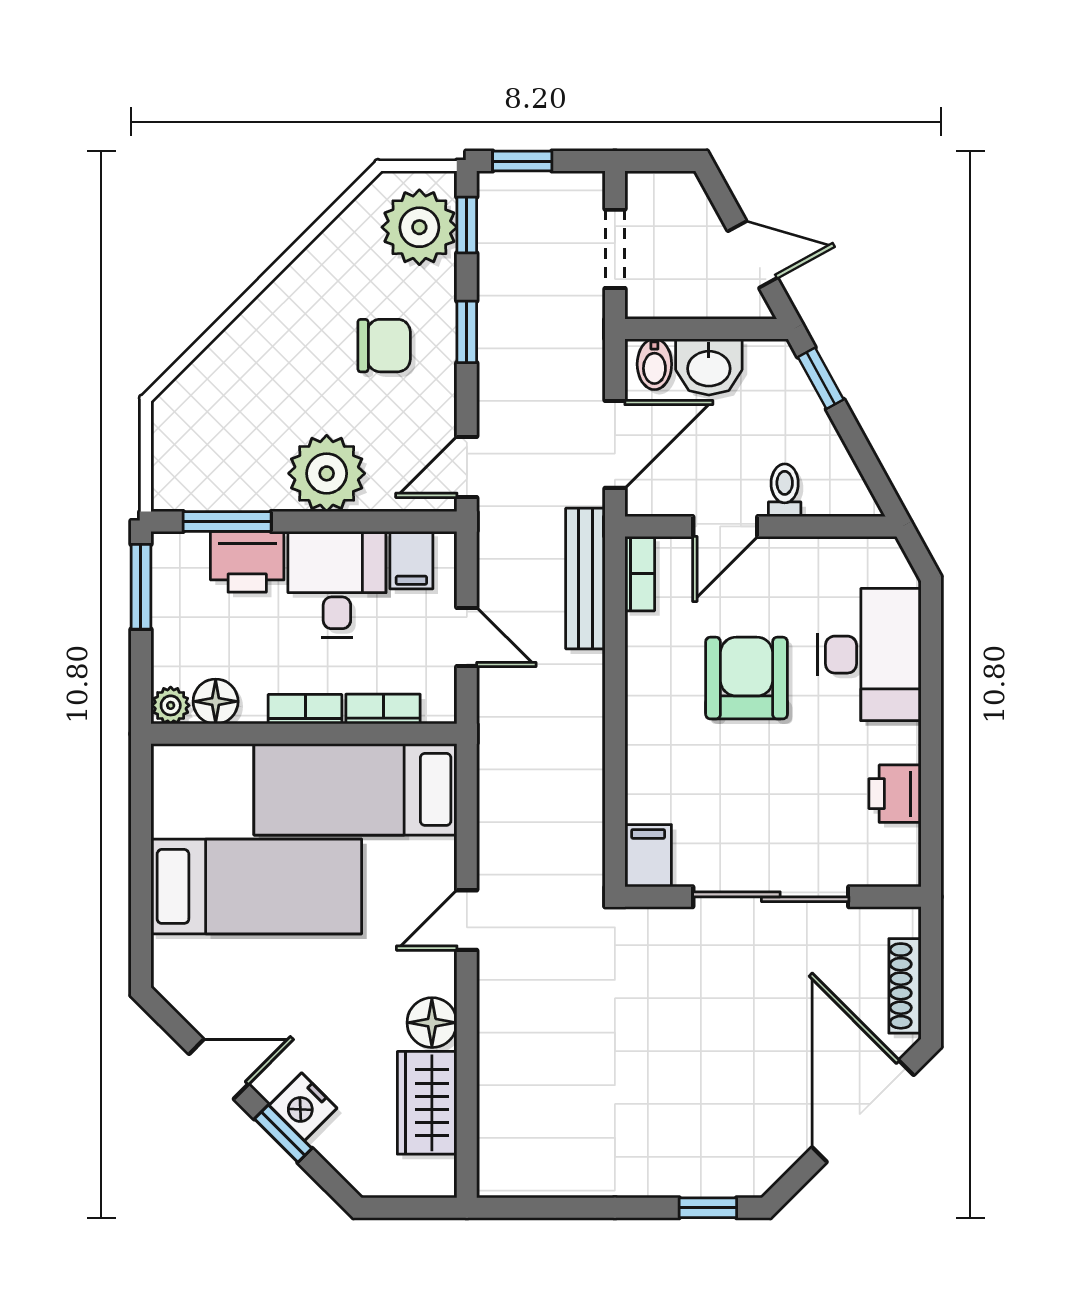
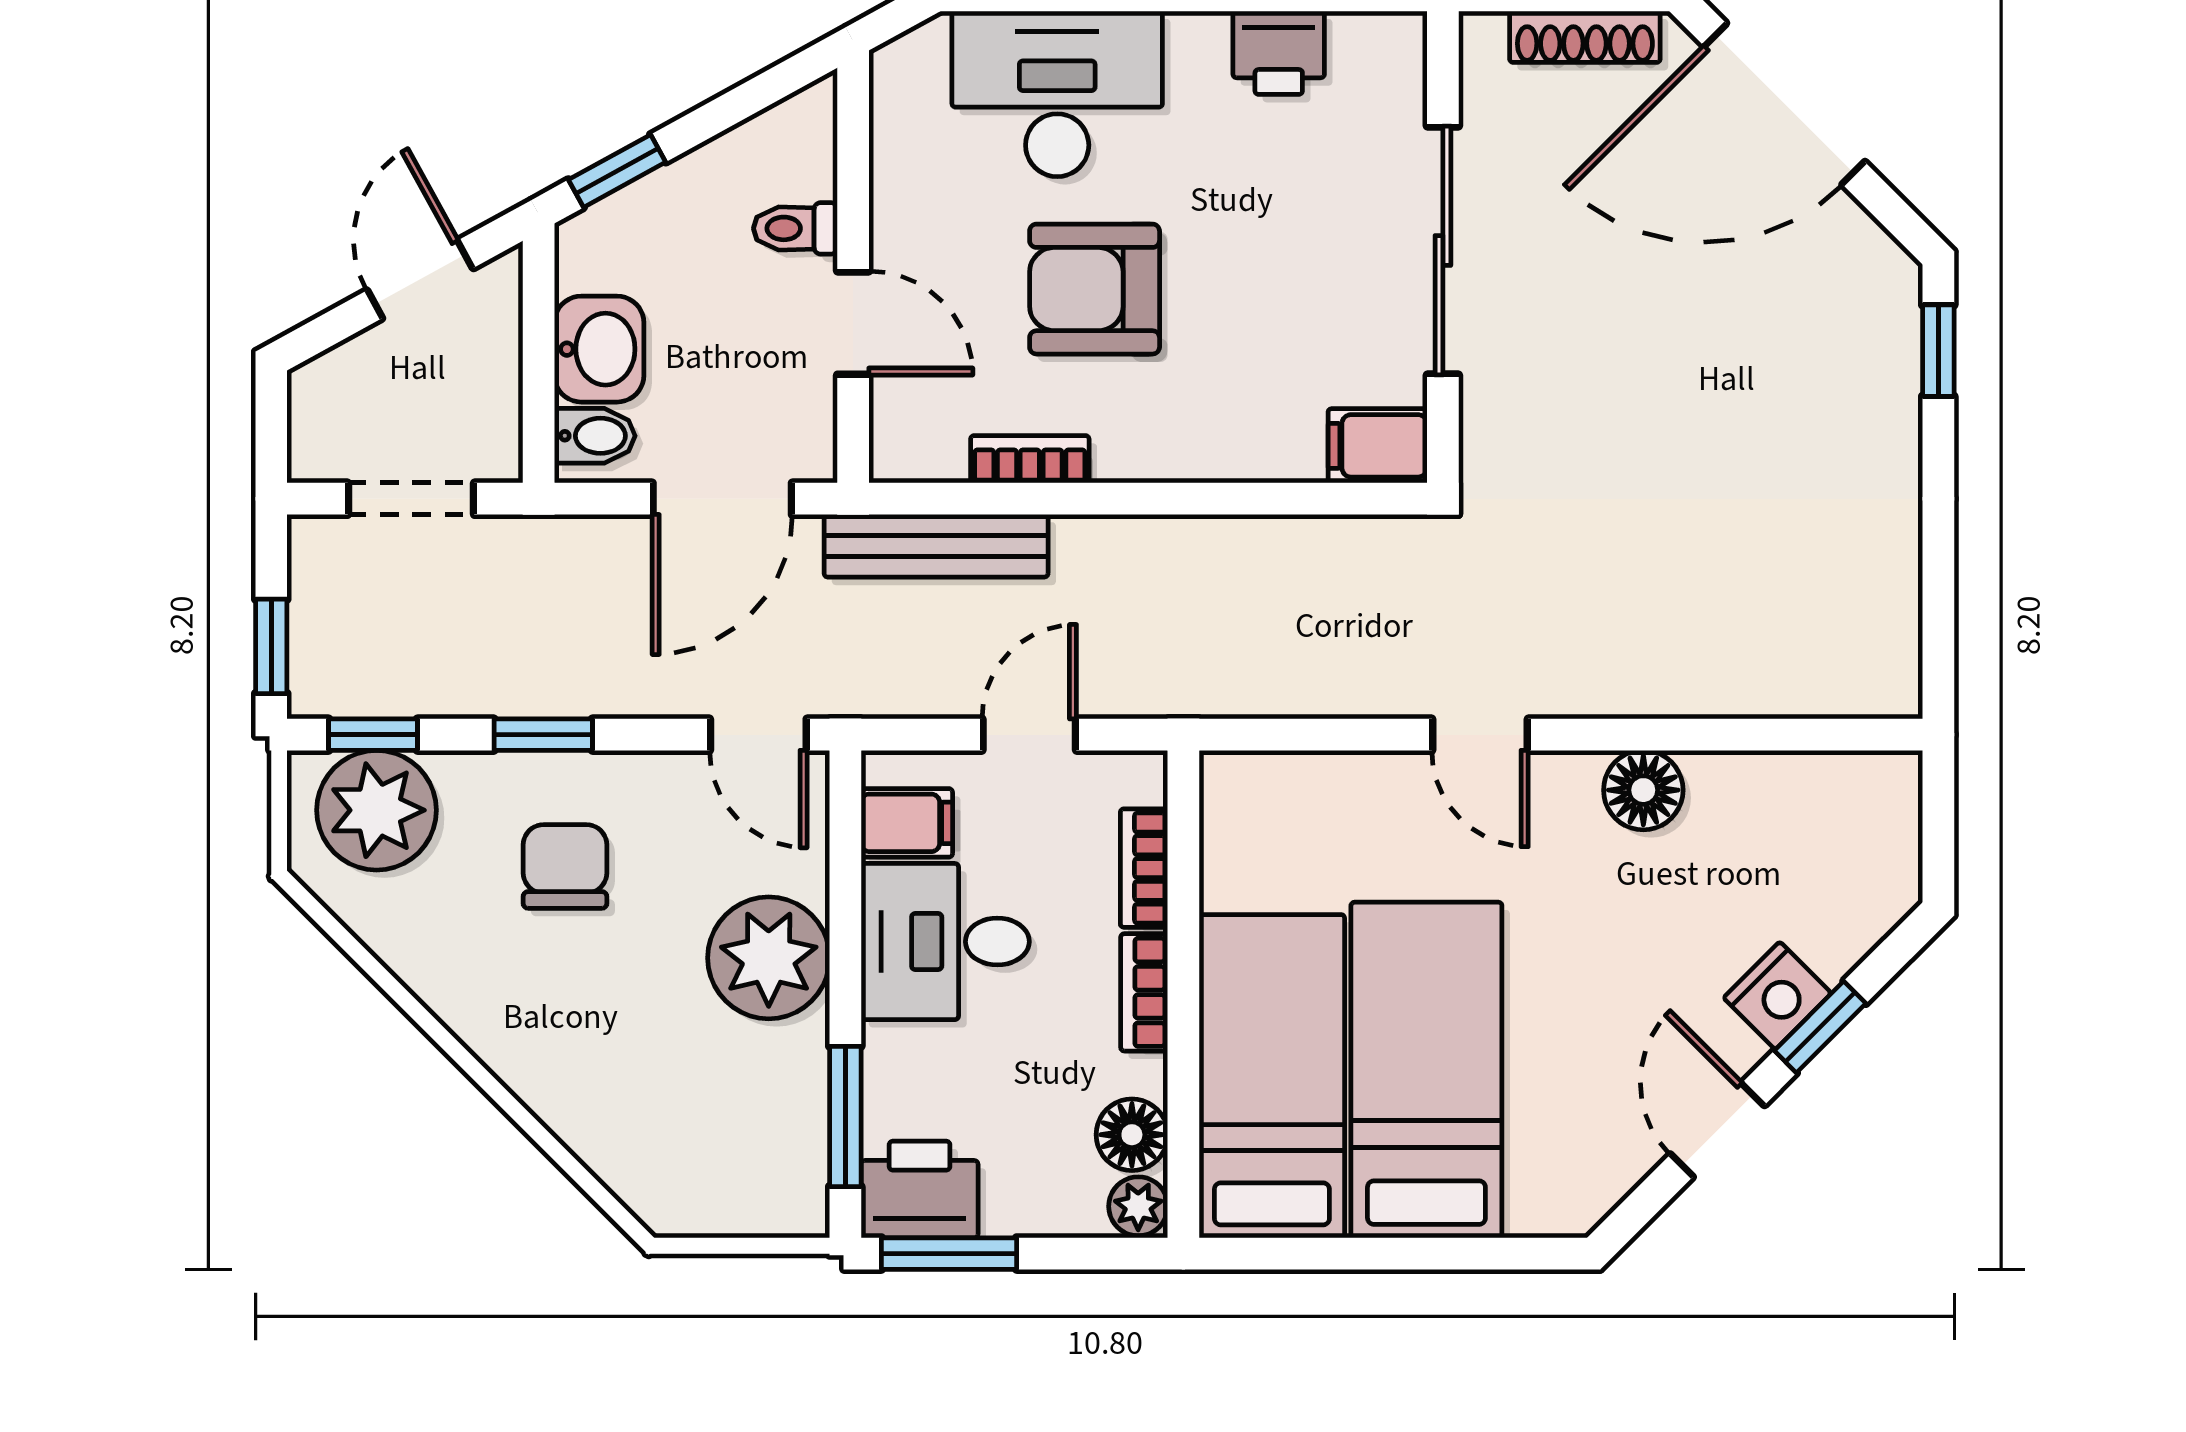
door: (615, 444) -> (722, 499), swing flipped
printer: (247, 562) -> (920, 1190), moved, turned -90
bookcase: (640, 574) -> (1030, 459), moved
bed: (355, 789) -> (1272, 1076), moved, turned 180
wardrobe: (427, 1103) -> (1771, 798), removed

